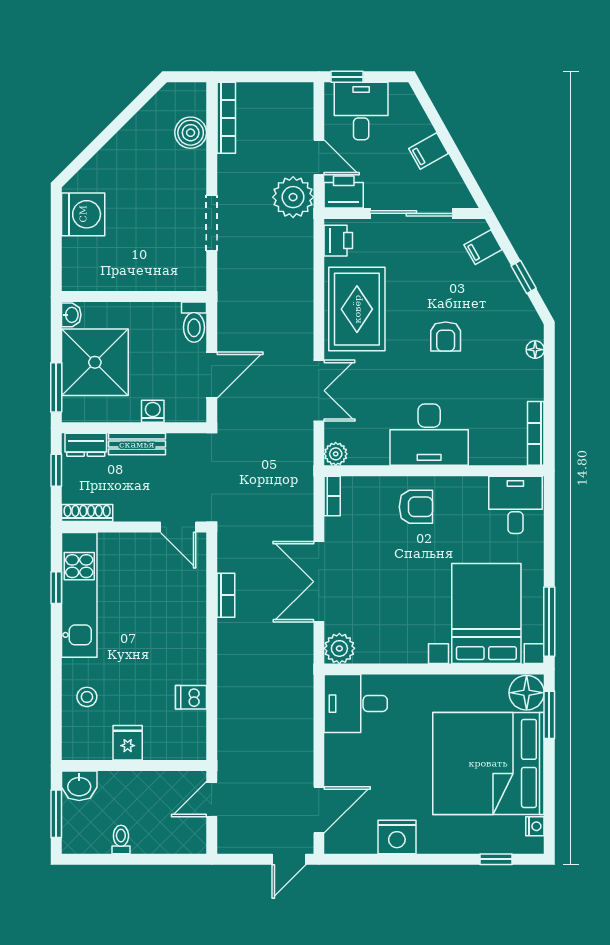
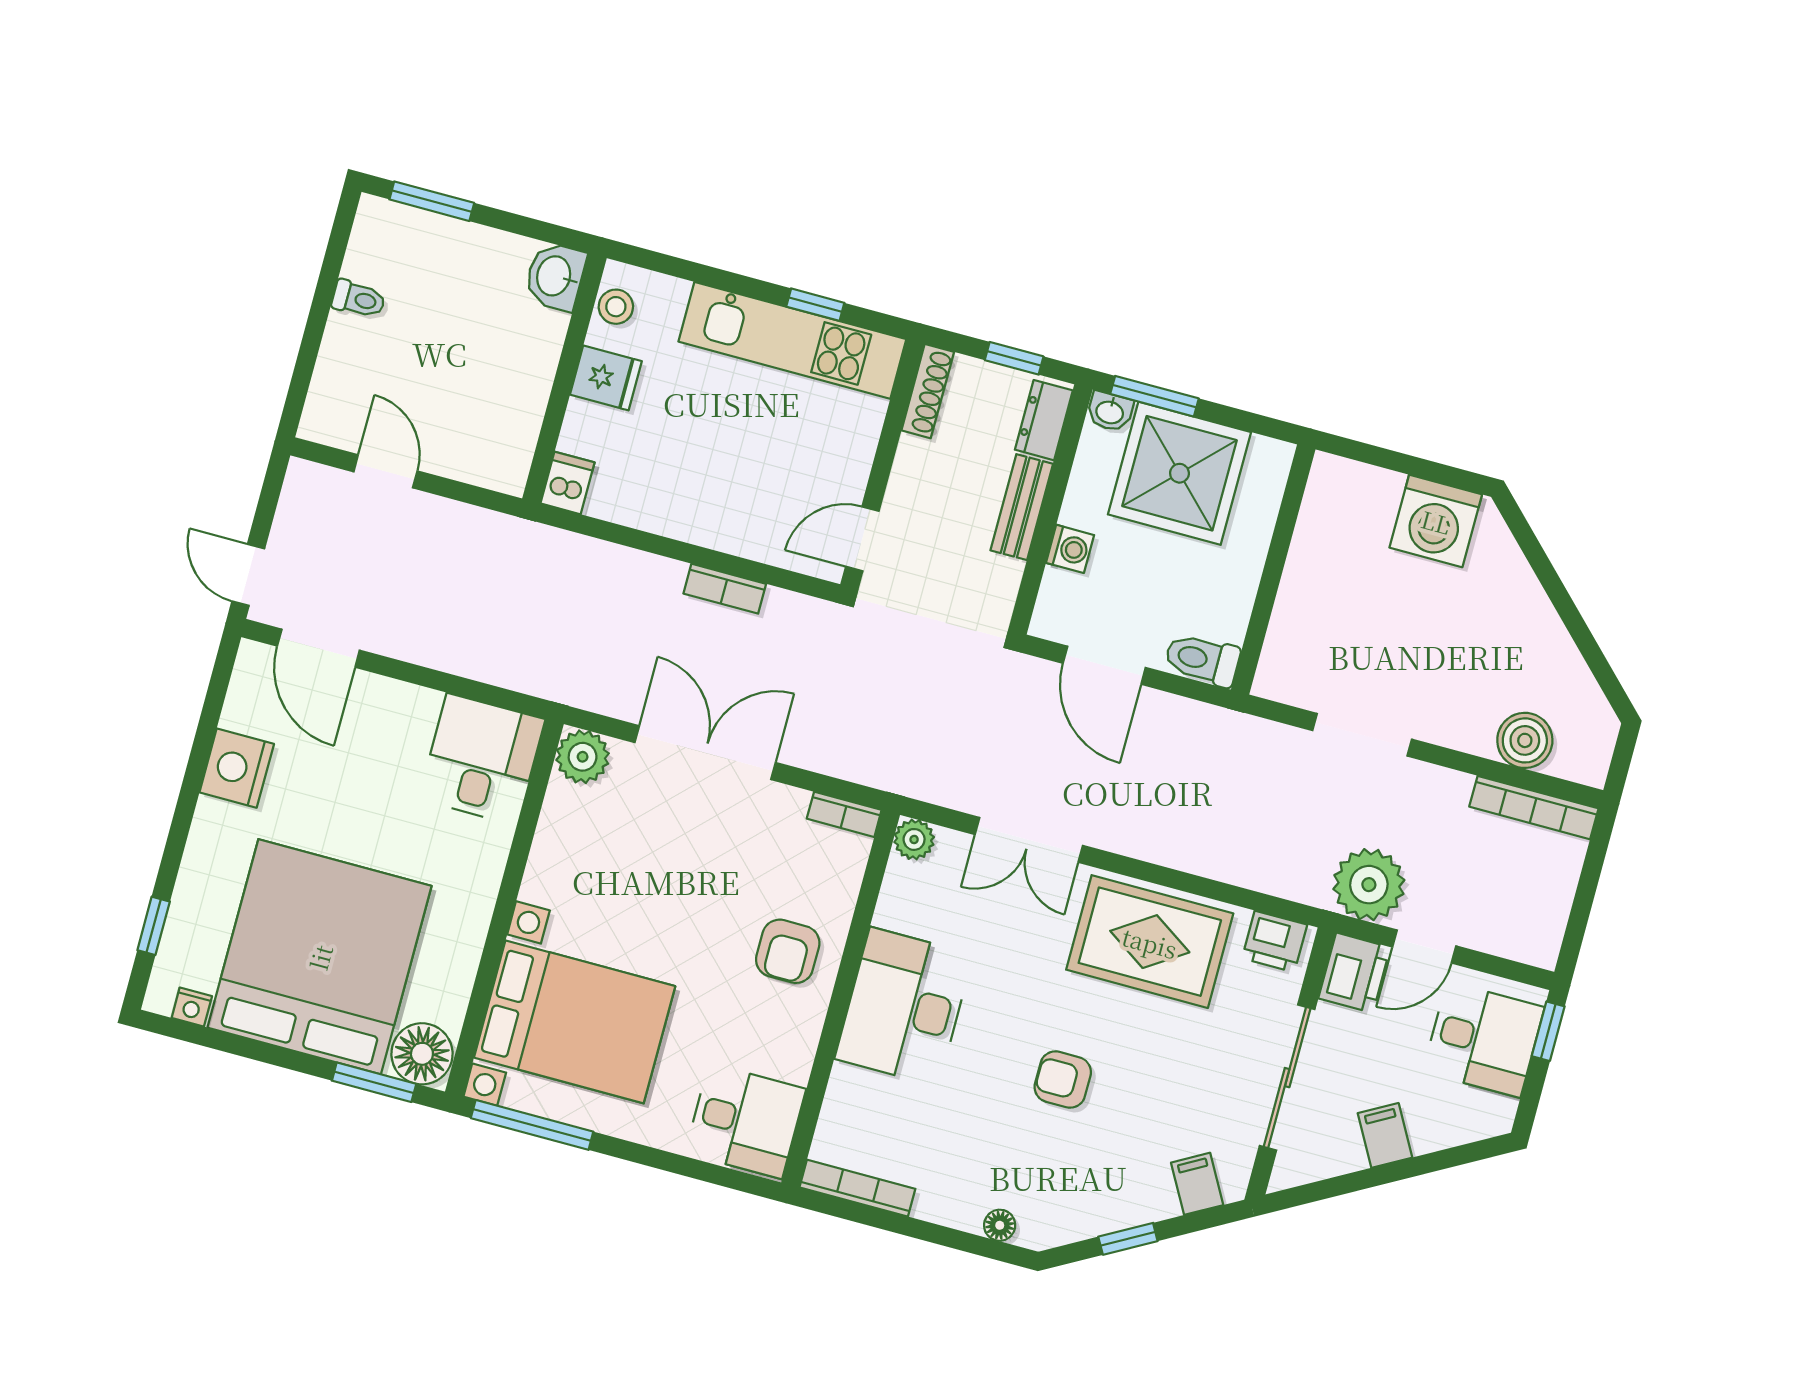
washbasin: (71, 315) -> (1110, 412), moved
fridge: (128, 743) -> (606, 378), moved
wall: (134, 765) -> (564, 378), moved
washbasin: (79, 786) -> (555, 276), moved

